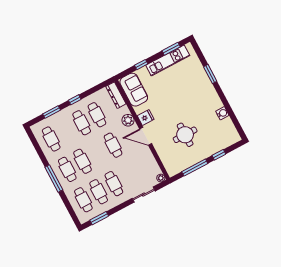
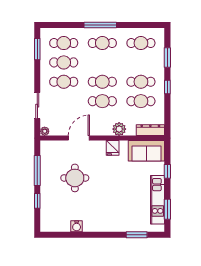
window: (210, 74) -> (137, 235), moved
door: (146, 136) -> (79, 138), moved
cafe table: (83, 161) -> (102, 82), moved

